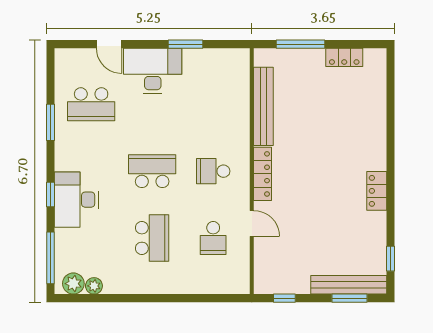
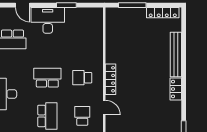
locker: (344, 57) -> (163, 13), width x1.53
bench: (263, 106) -> (176, 55), moved
school desk: (213, 238) -> (82, 116), turned 180

